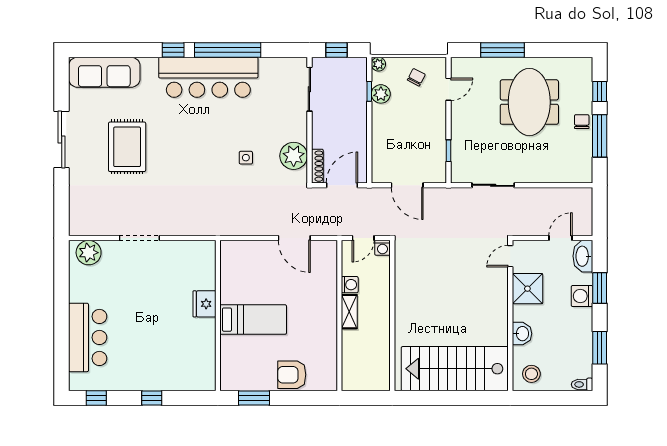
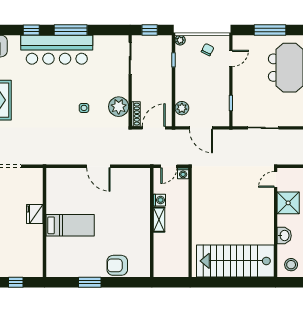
window: (228, 50) -> (71, 30), width x0.68
plant: (381, 94) -> (182, 108), moved
door: (294, 238) -> (98, 166), moved
fridge: (204, 304) -> (35, 214), moved
wall: (218, 316) -> (45, 222), moved
bed: (253, 320) -> (70, 225), moved

